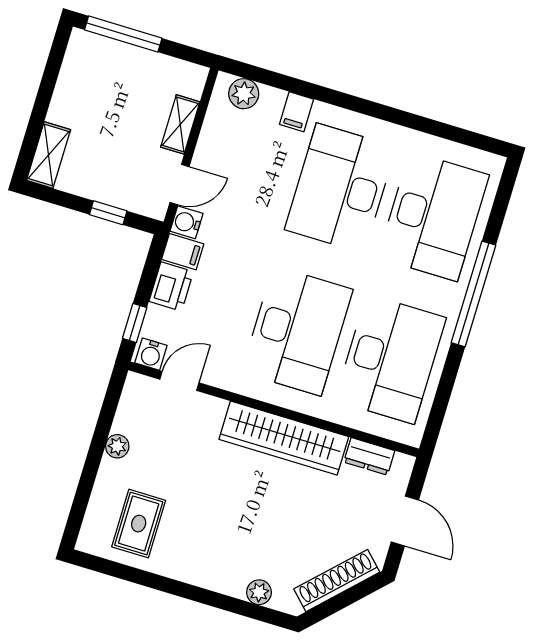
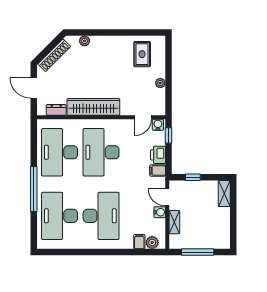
window: (123, 34) -> (198, 252), moved
filing cabinet: (297, 112) -> (139, 242), moved
door: (179, 185) -> (167, 197), hinge flipped
water cooler: (187, 222) -> (160, 212), moved

